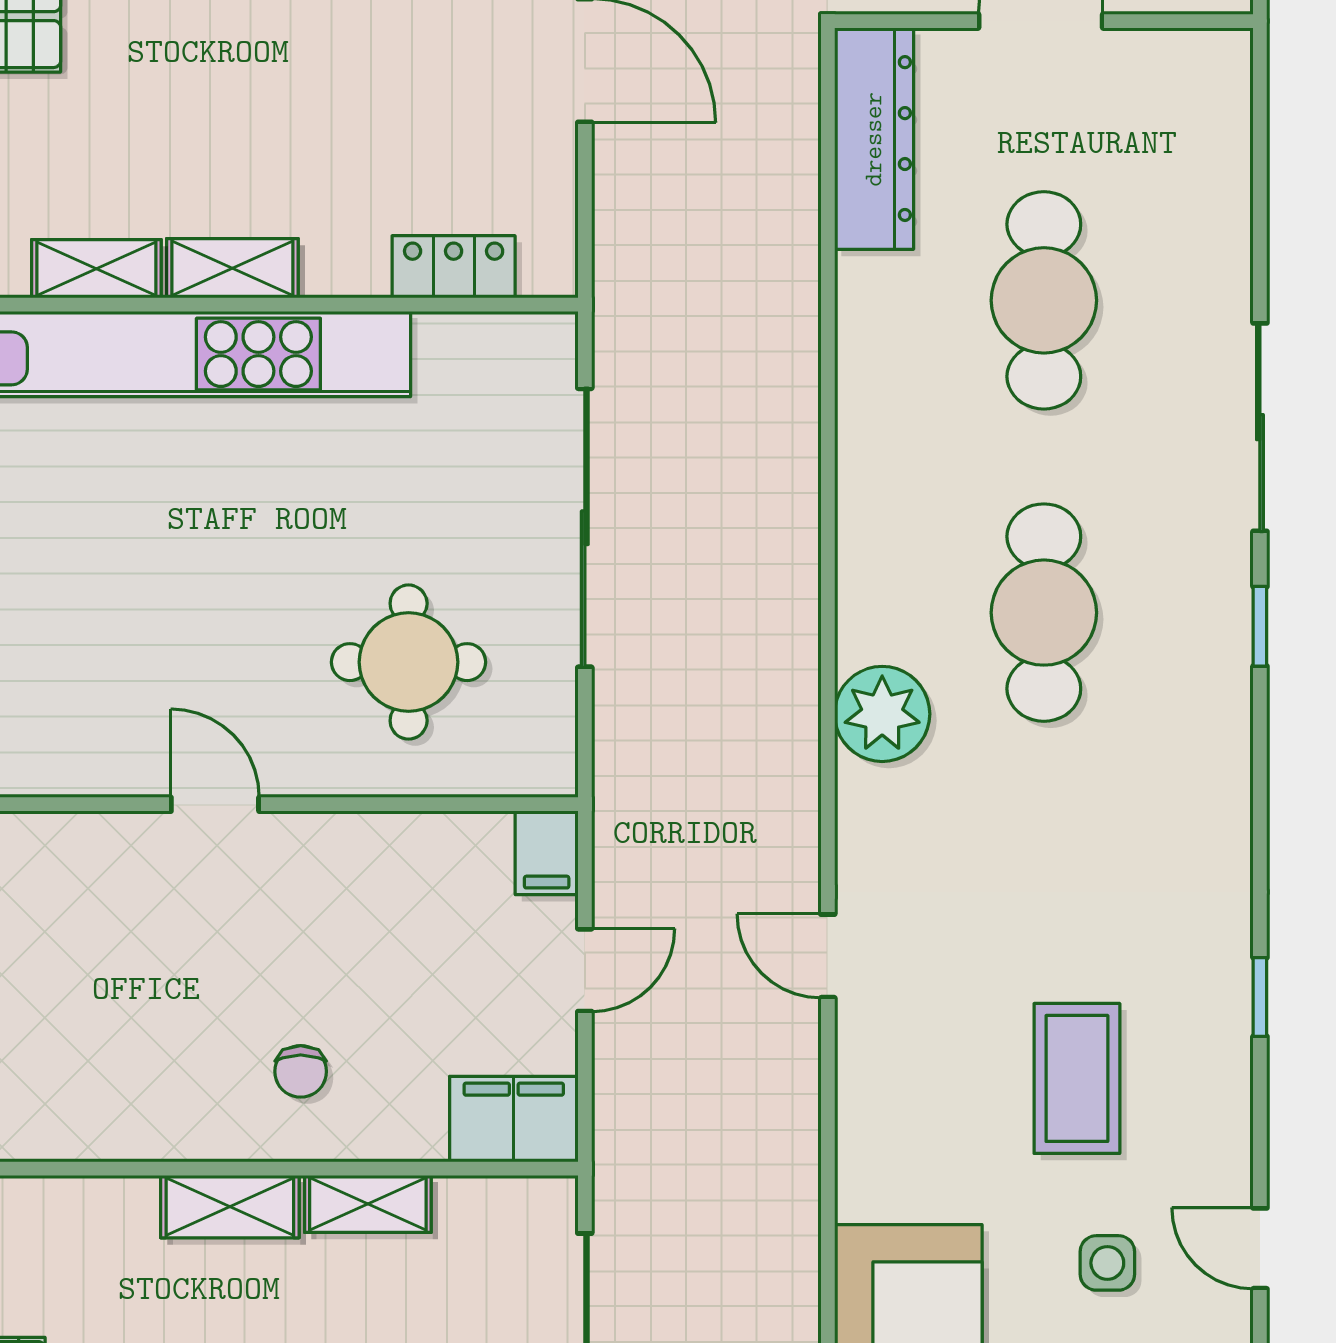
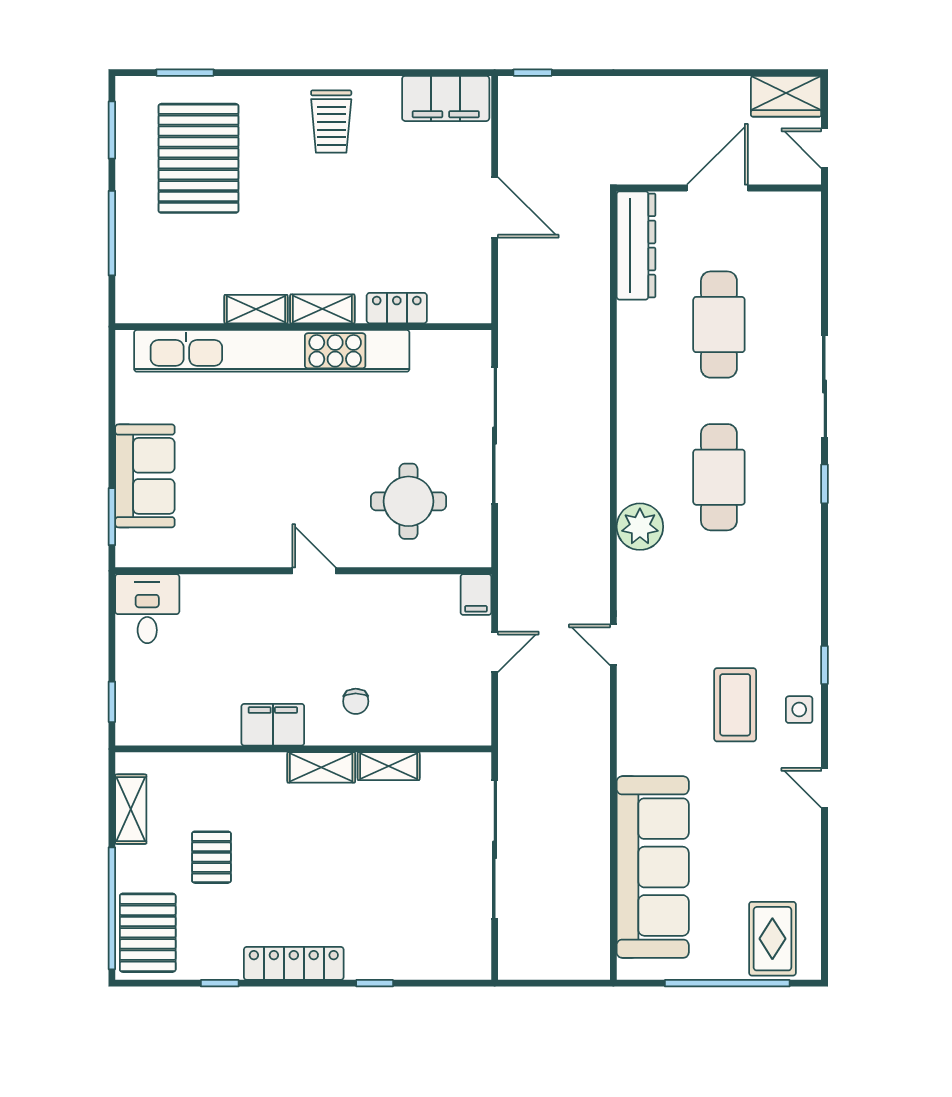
locker: (454, 267) -> (397, 308), moved
filing cabinet: (514, 1119) -> (273, 725), moved
side table: (1107, 1263) -> (799, 710), moved

